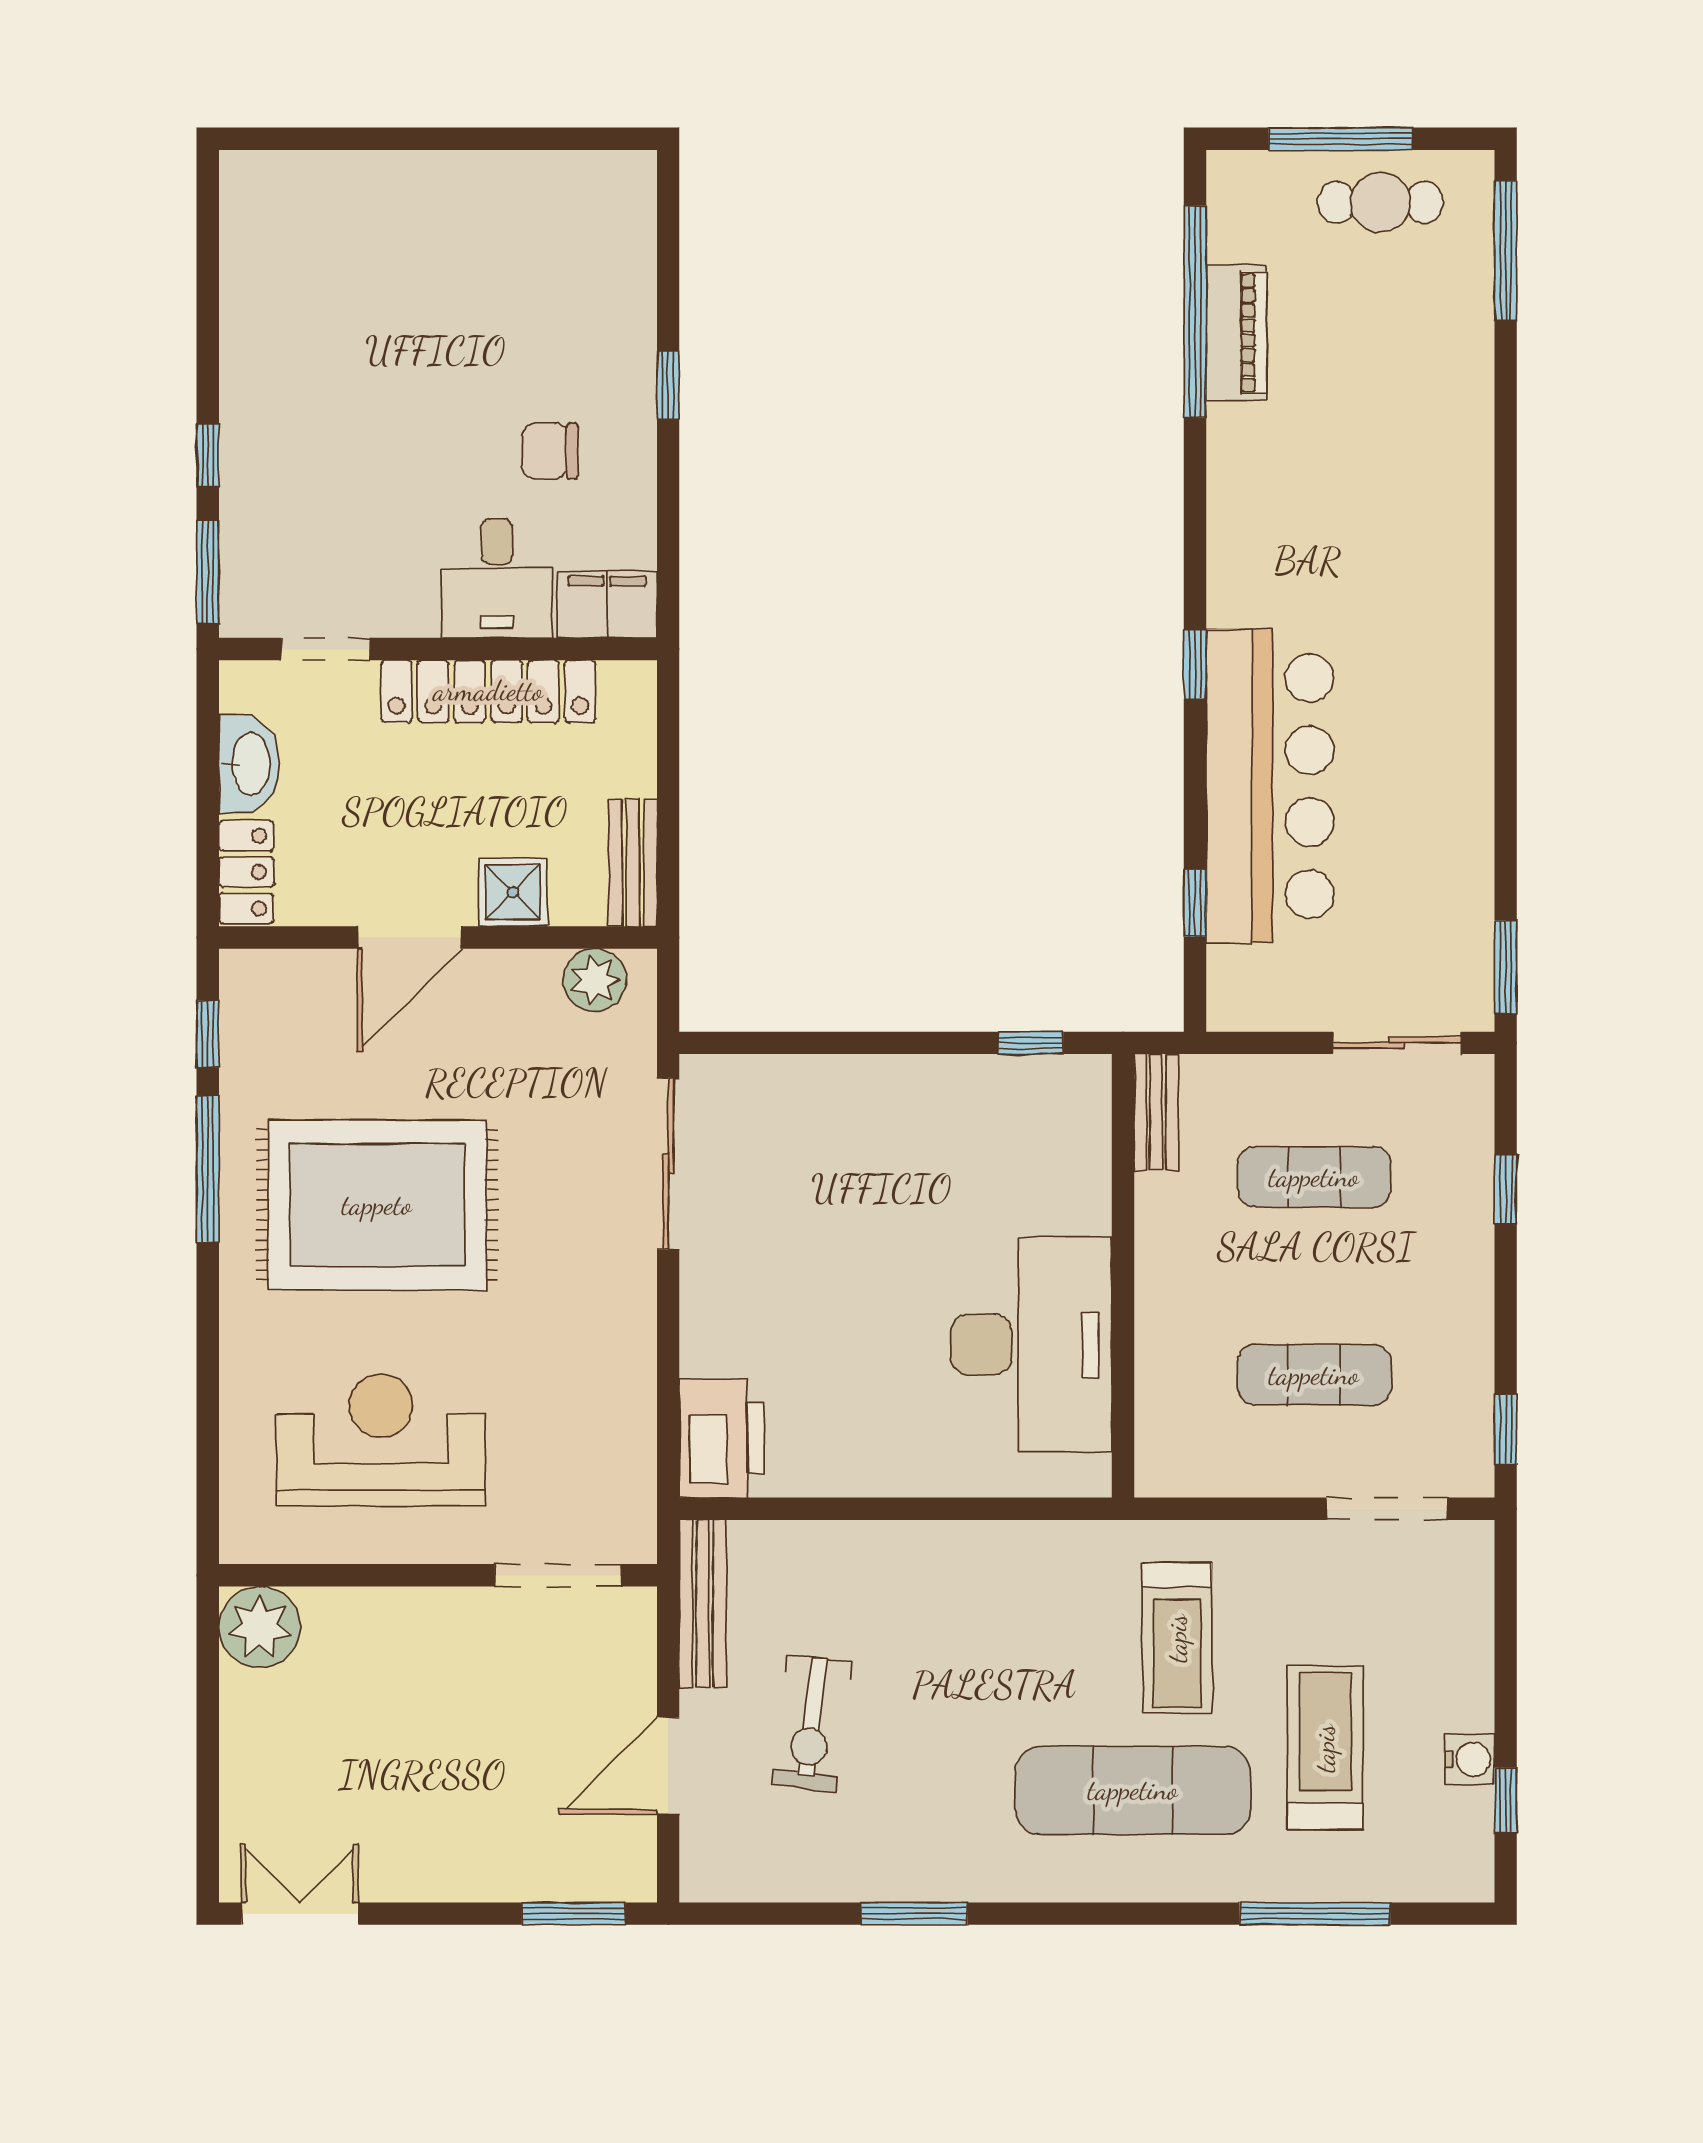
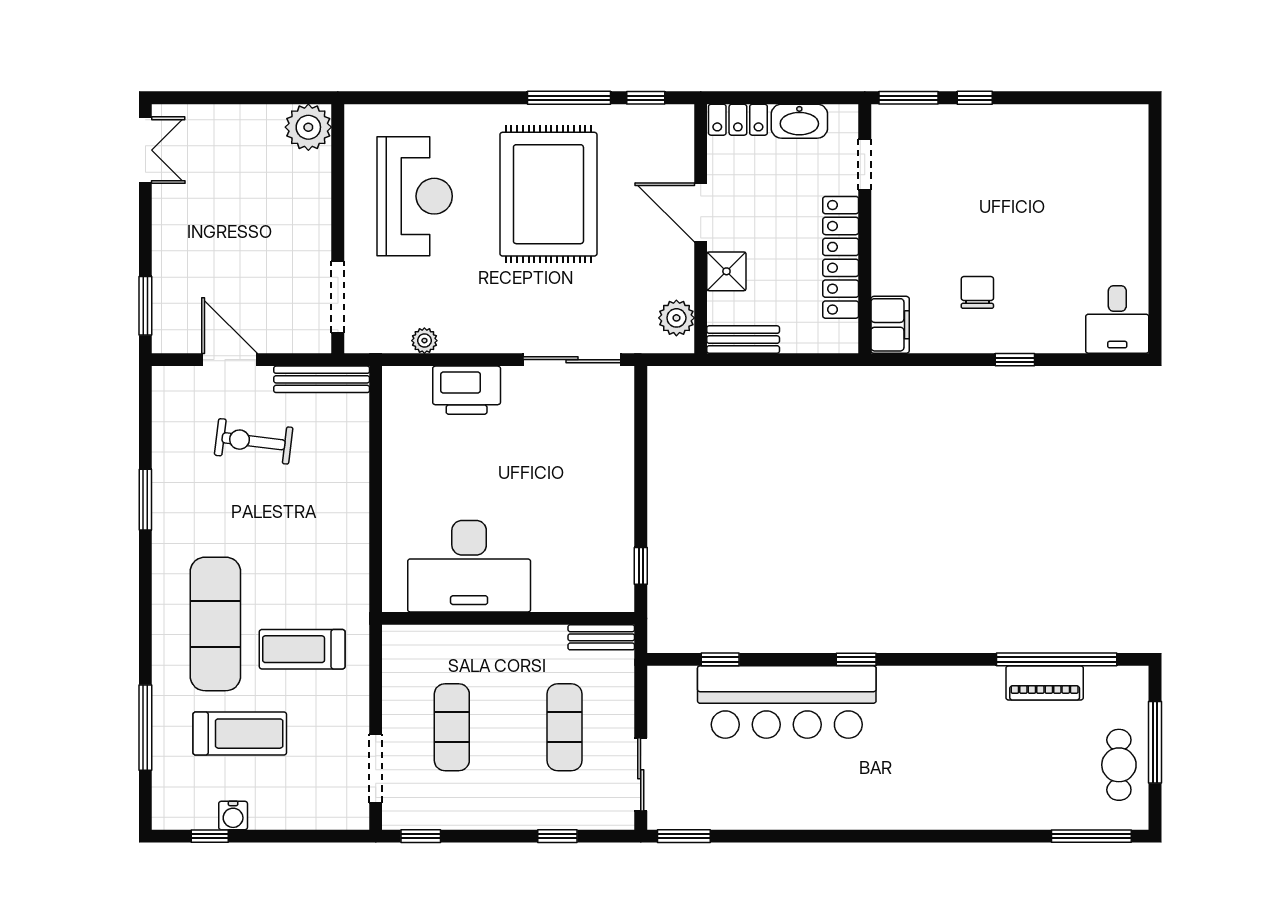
desk: (497, 578) -> (1117, 319), moved, turned -90
plant: (635, 1423) -> (424, 341), added
printer: (722, 1438) -> (467, 390), moved

